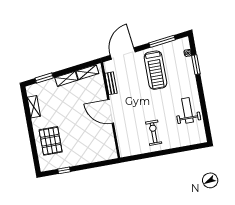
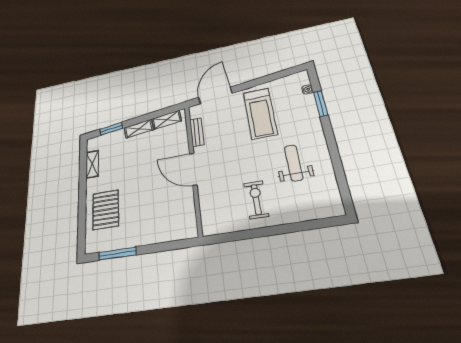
window: (162, 41) -> (270, 78), removed
weight bench: (187, 110) -> (294, 163), moved
window: (64, 170) -> (117, 254), width x2.17

